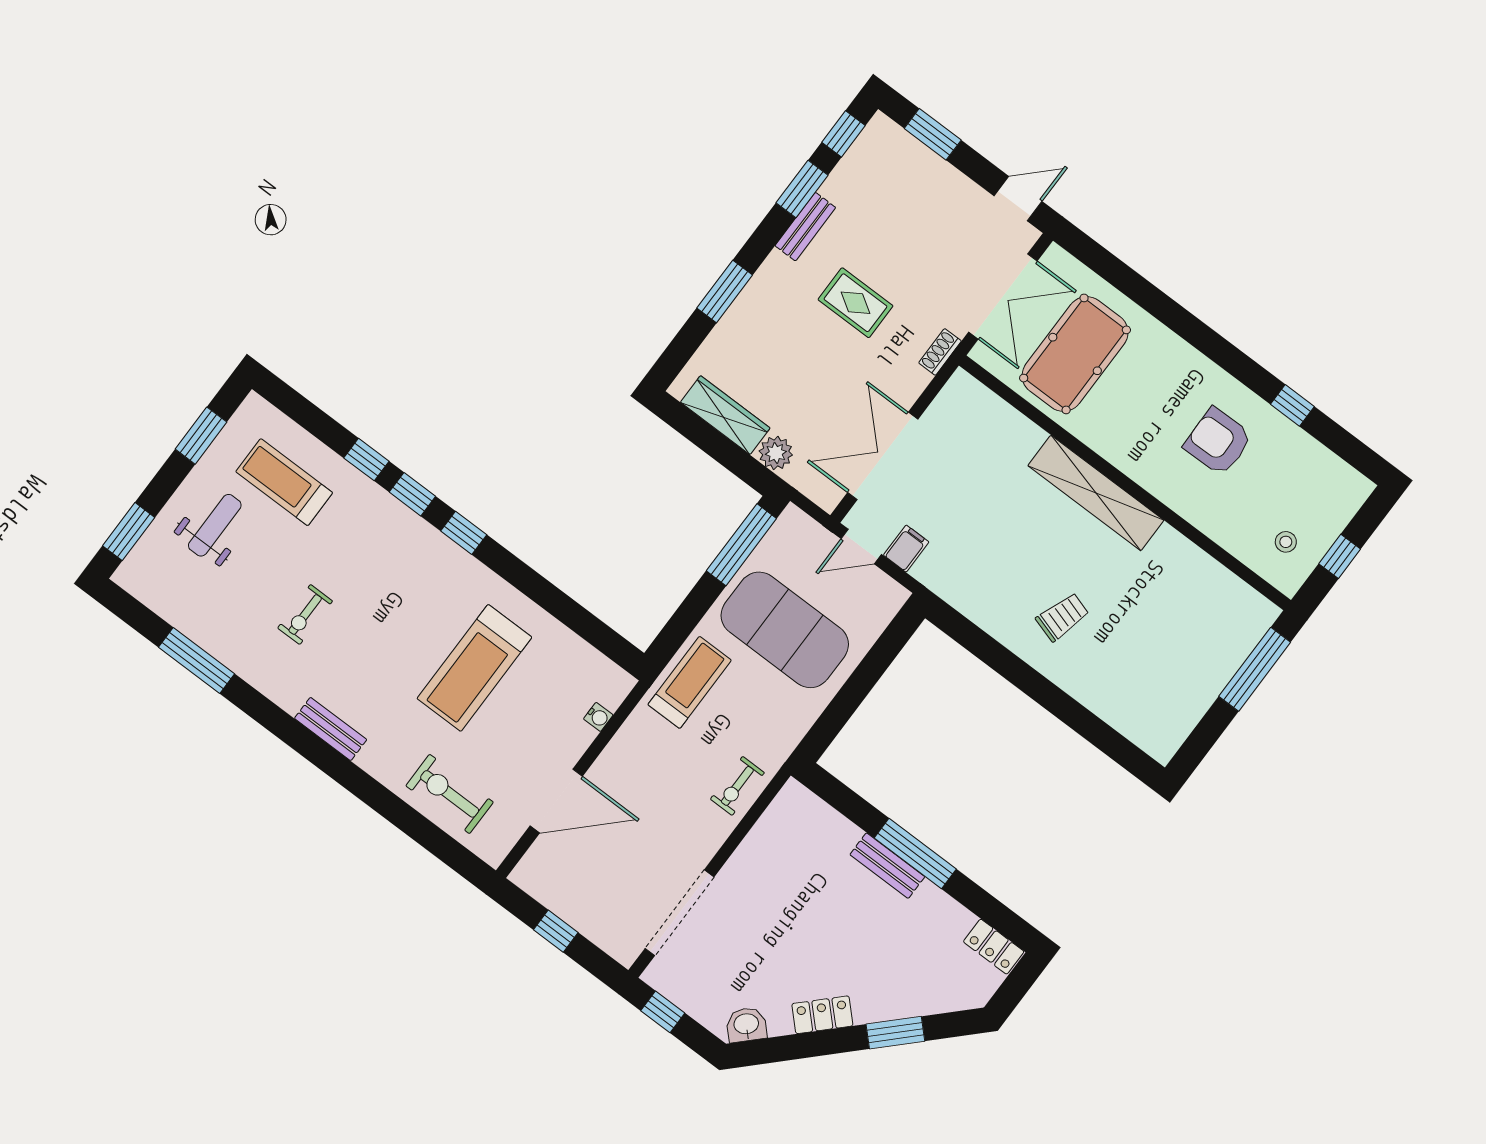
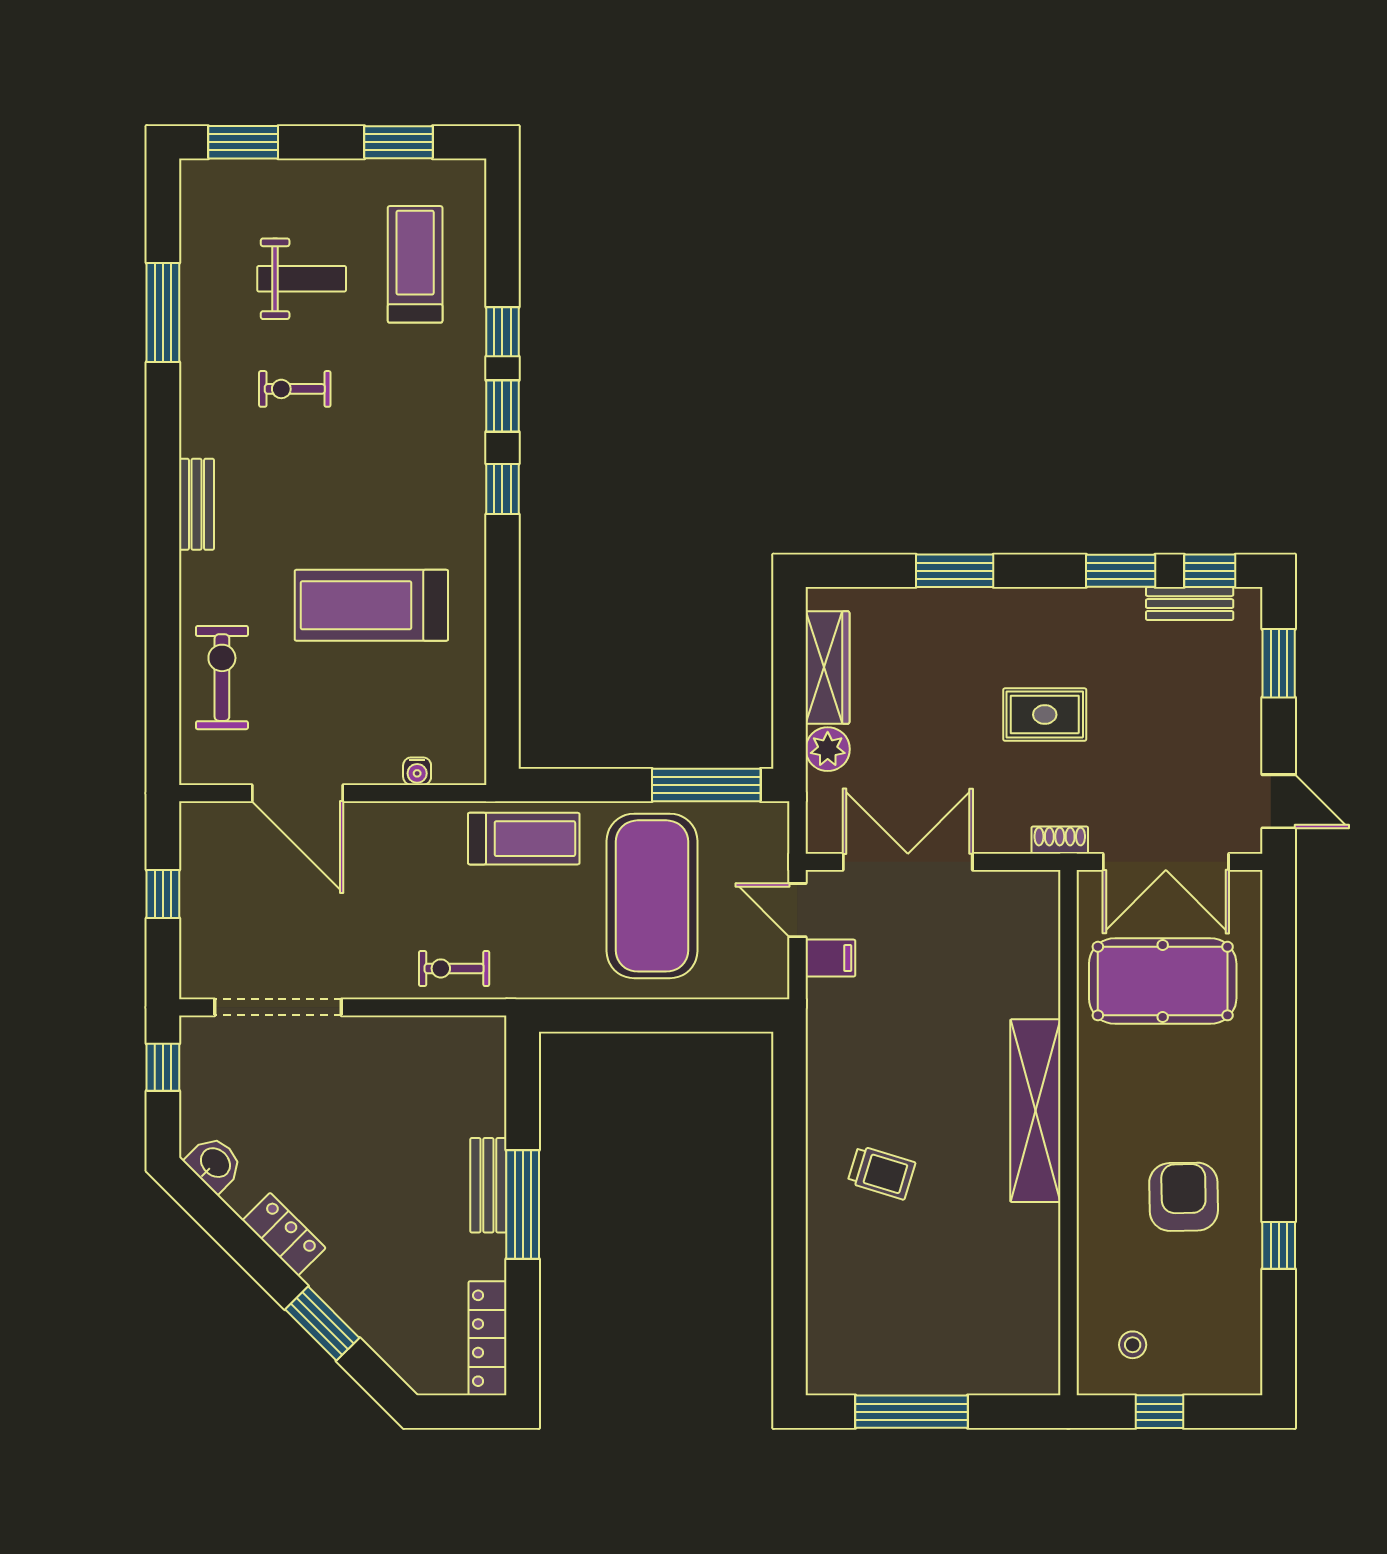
bench: (805, 227) -> (1190, 604), moved
rug: (855, 303) -> (1045, 715), turned 90
weight bench: (215, 525) -> (302, 279), moved
window: (1255, 669) -> (911, 1412), moved
locker: (994, 947) -> (488, 1338), width x1.53

